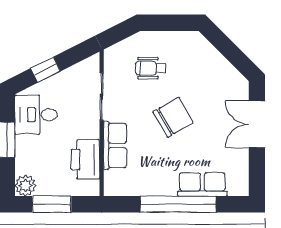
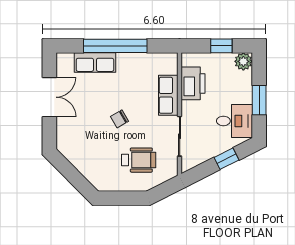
wheelchair: (150, 68) -> (139, 160), width x1.36, depth x1.37
chair: (173, 117) -> (120, 119), width x0.54, depth x0.54
double door: (257, 124) -> (49, 97), moved
window: (52, 204) -> (221, 46), width x0.67

